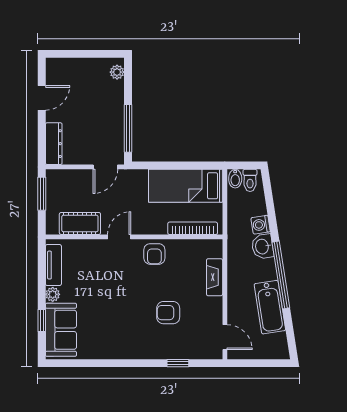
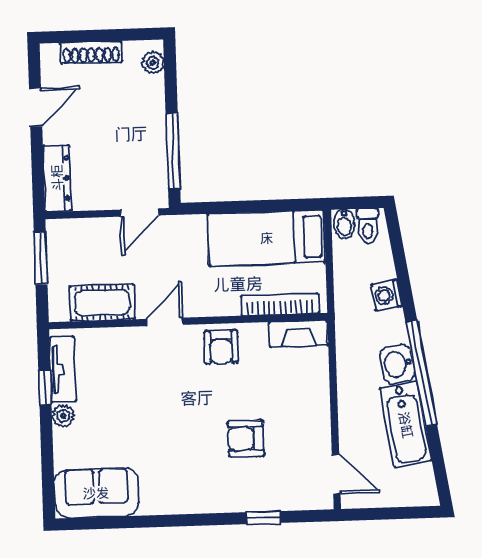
shoe rack: (78, 64) -> (91, 52), added
washbasin: (263, 246) -> (397, 364), moved
fireplace: (215, 277) -> (299, 334), moved, turned -90
window: (42, 320) -> (45, 388), moved
sofa: (61, 330) -> (96, 493), moved, turned -90

